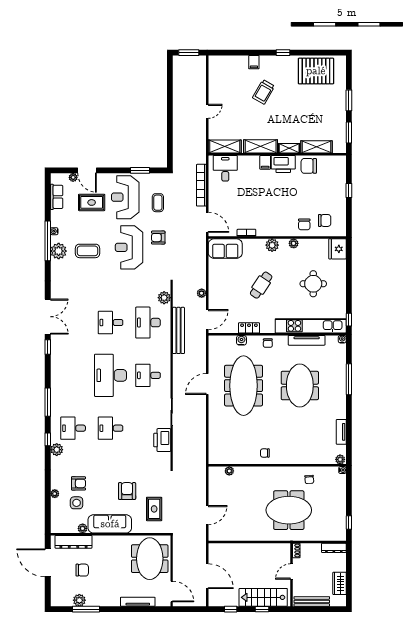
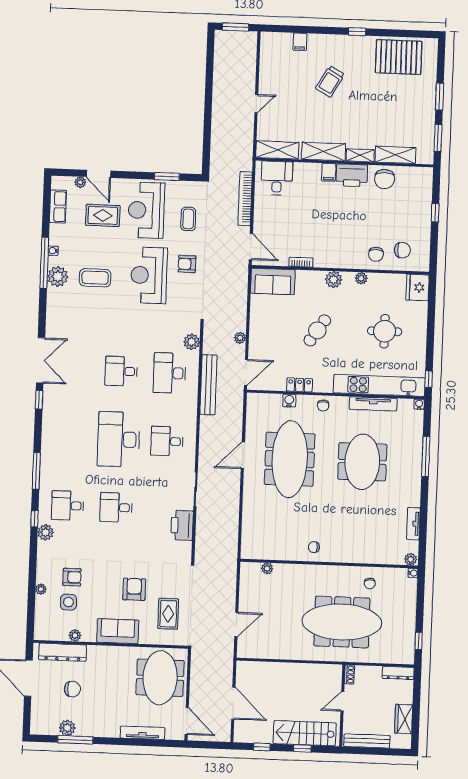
filing cabinet: (254, 62) -> (300, 42), moved
chair: (309, 166) -> (385, 179), turned -90
meeting table: (289, 510) -> (342, 622), width x1.36
sofa: (110, 524) -> (118, 631), width x0.73

